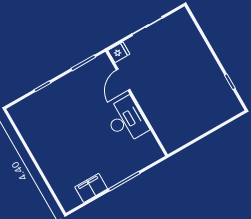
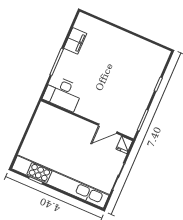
kitchen unit: (207, 63) -> (60, 182), added
door: (123, 80) -> (108, 129), swing flipped
desk: (126, 120) -> (63, 93), moved

